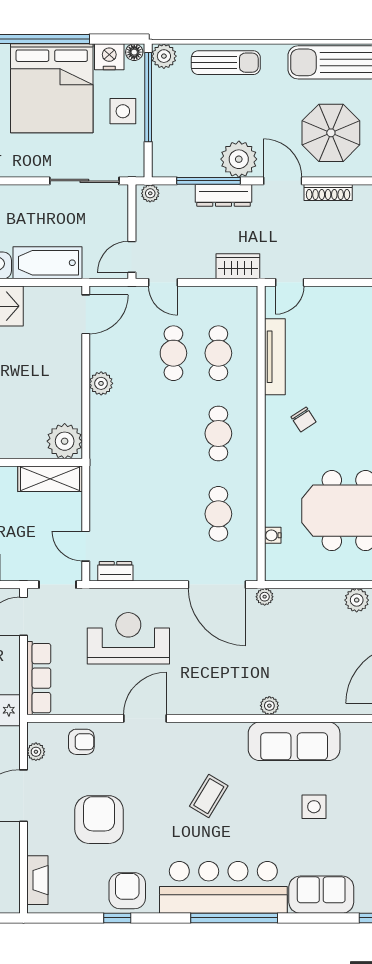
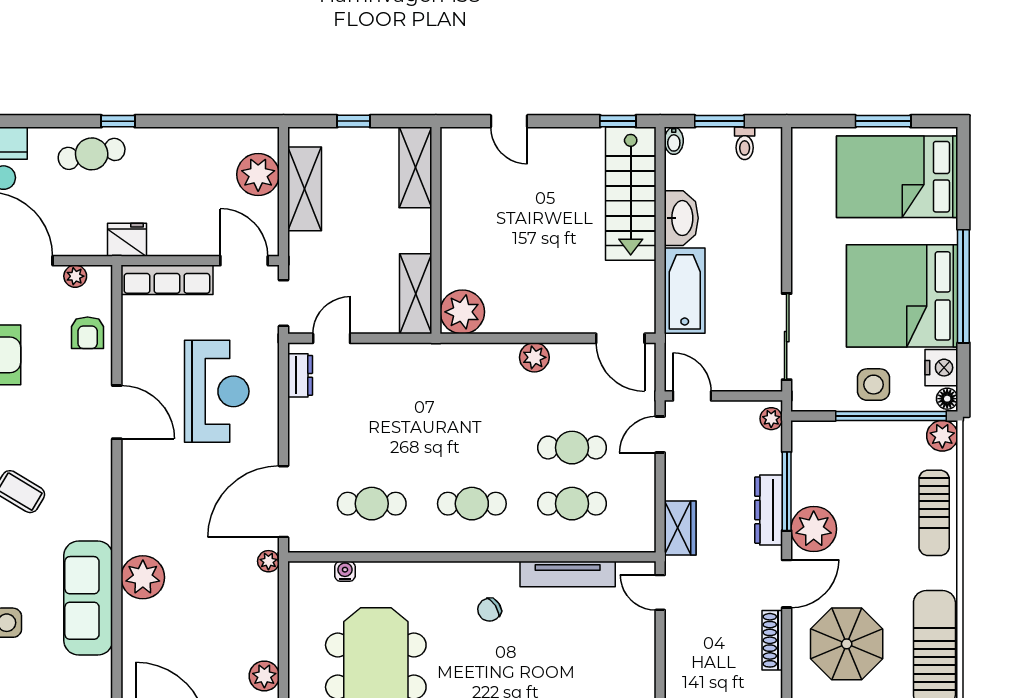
plant: (269, 706) -> (143, 577), width x1.88, depth x1.88

